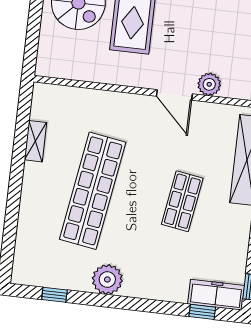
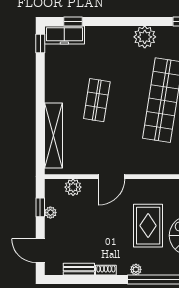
plant: (209, 84) -> (73, 187), moved
door: (174, 95) -> (112, 177), swing flipped

